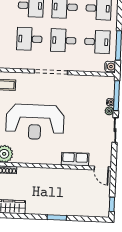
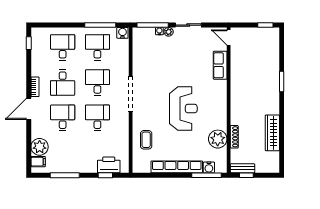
desk: (29, 39) -> (97, 118), turned 180
desk: (63, 40) -> (97, 83), turned 180
reception desk: (35, 122) -> (183, 109), width x0.74, depth x0.77
door: (101, 168) -> (229, 38), swing flipped

